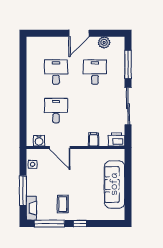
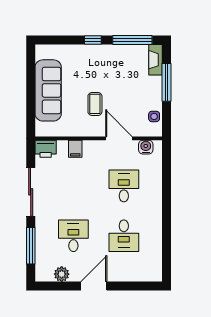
desk: (95, 72) -> (73, 236), turned 180
desk: (56, 111) -> (124, 186), turned 180
coffee table: (63, 204) -> (95, 104), moved

